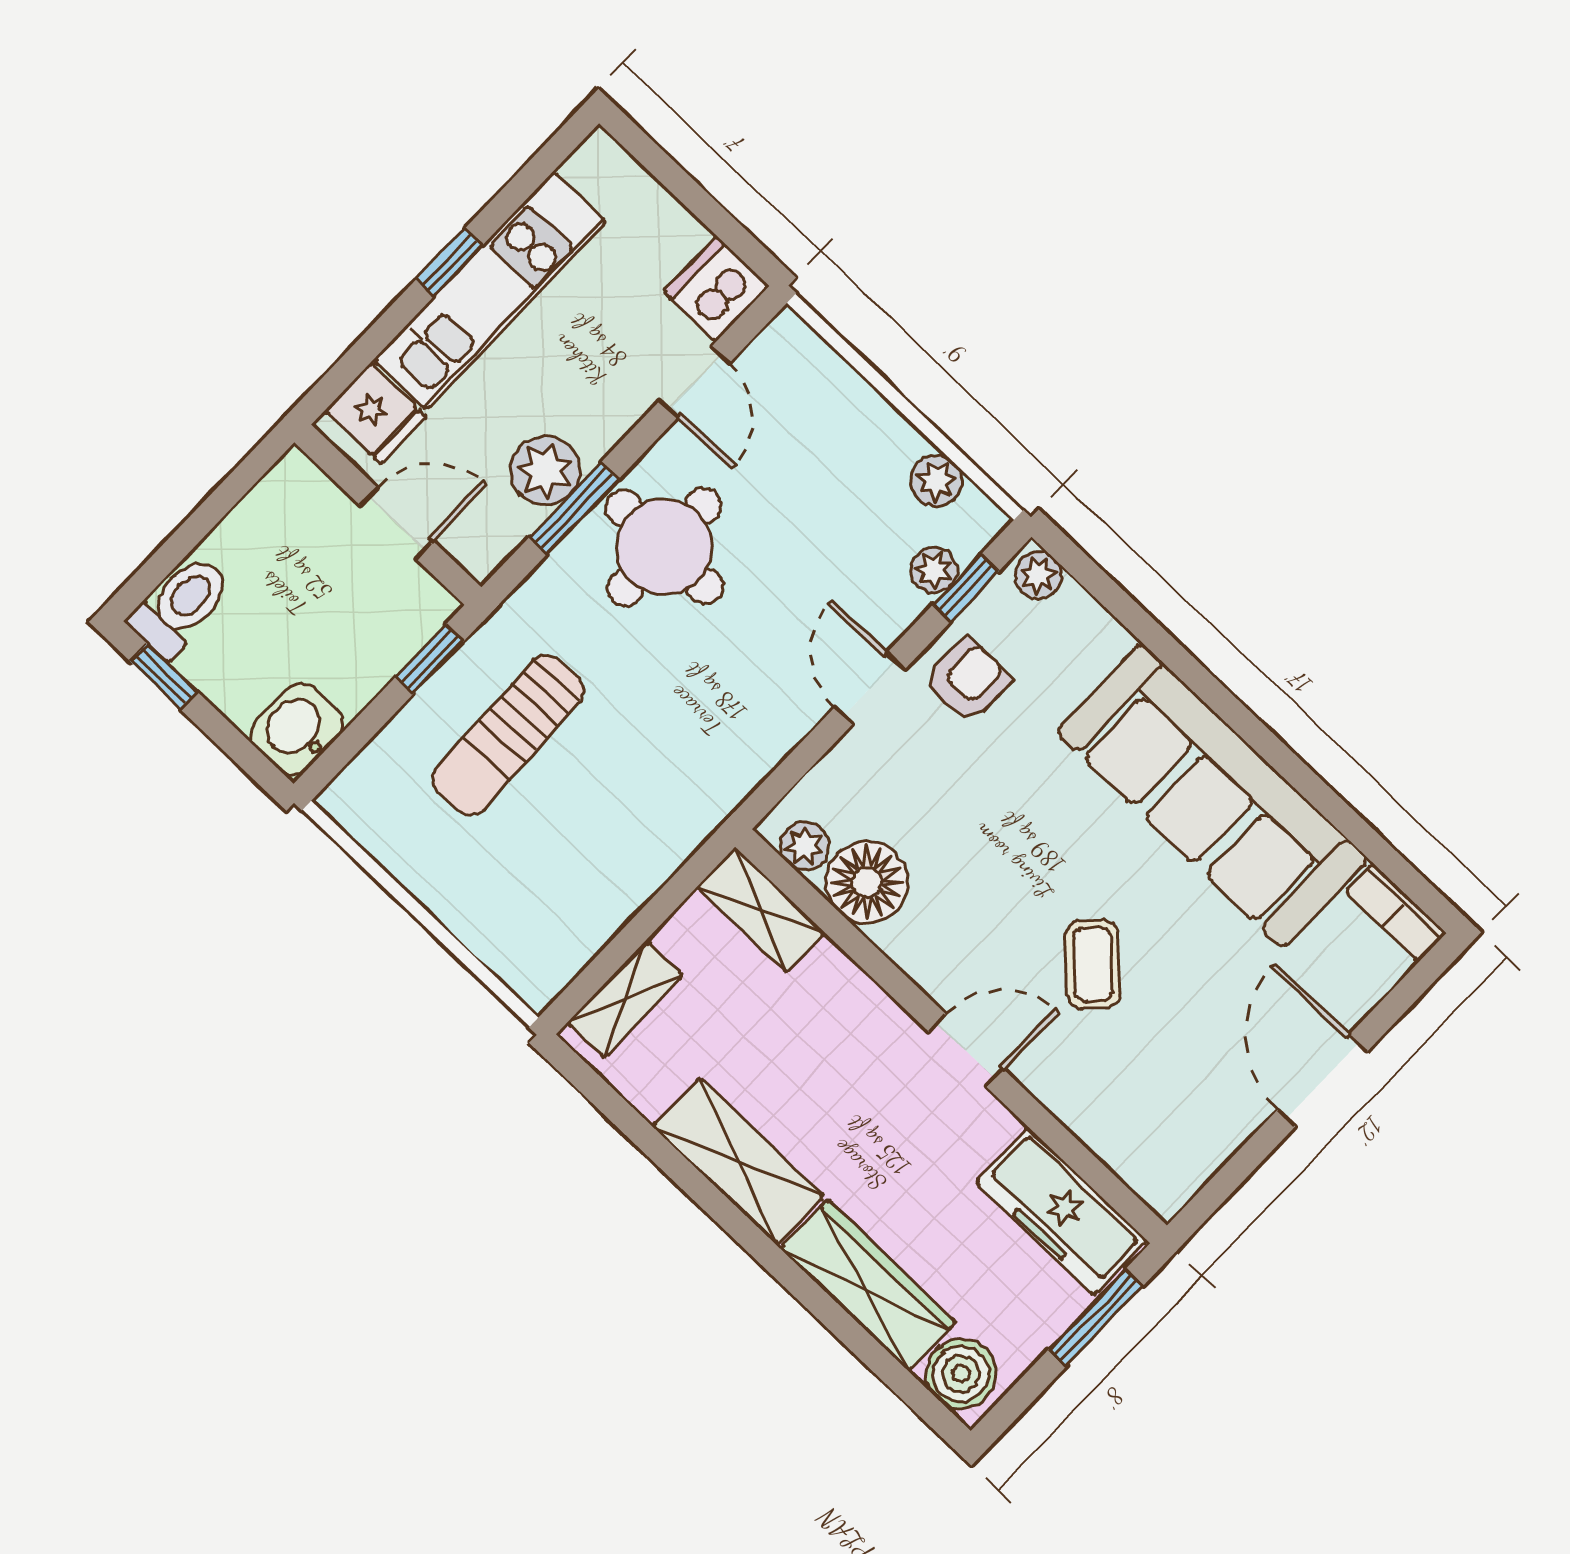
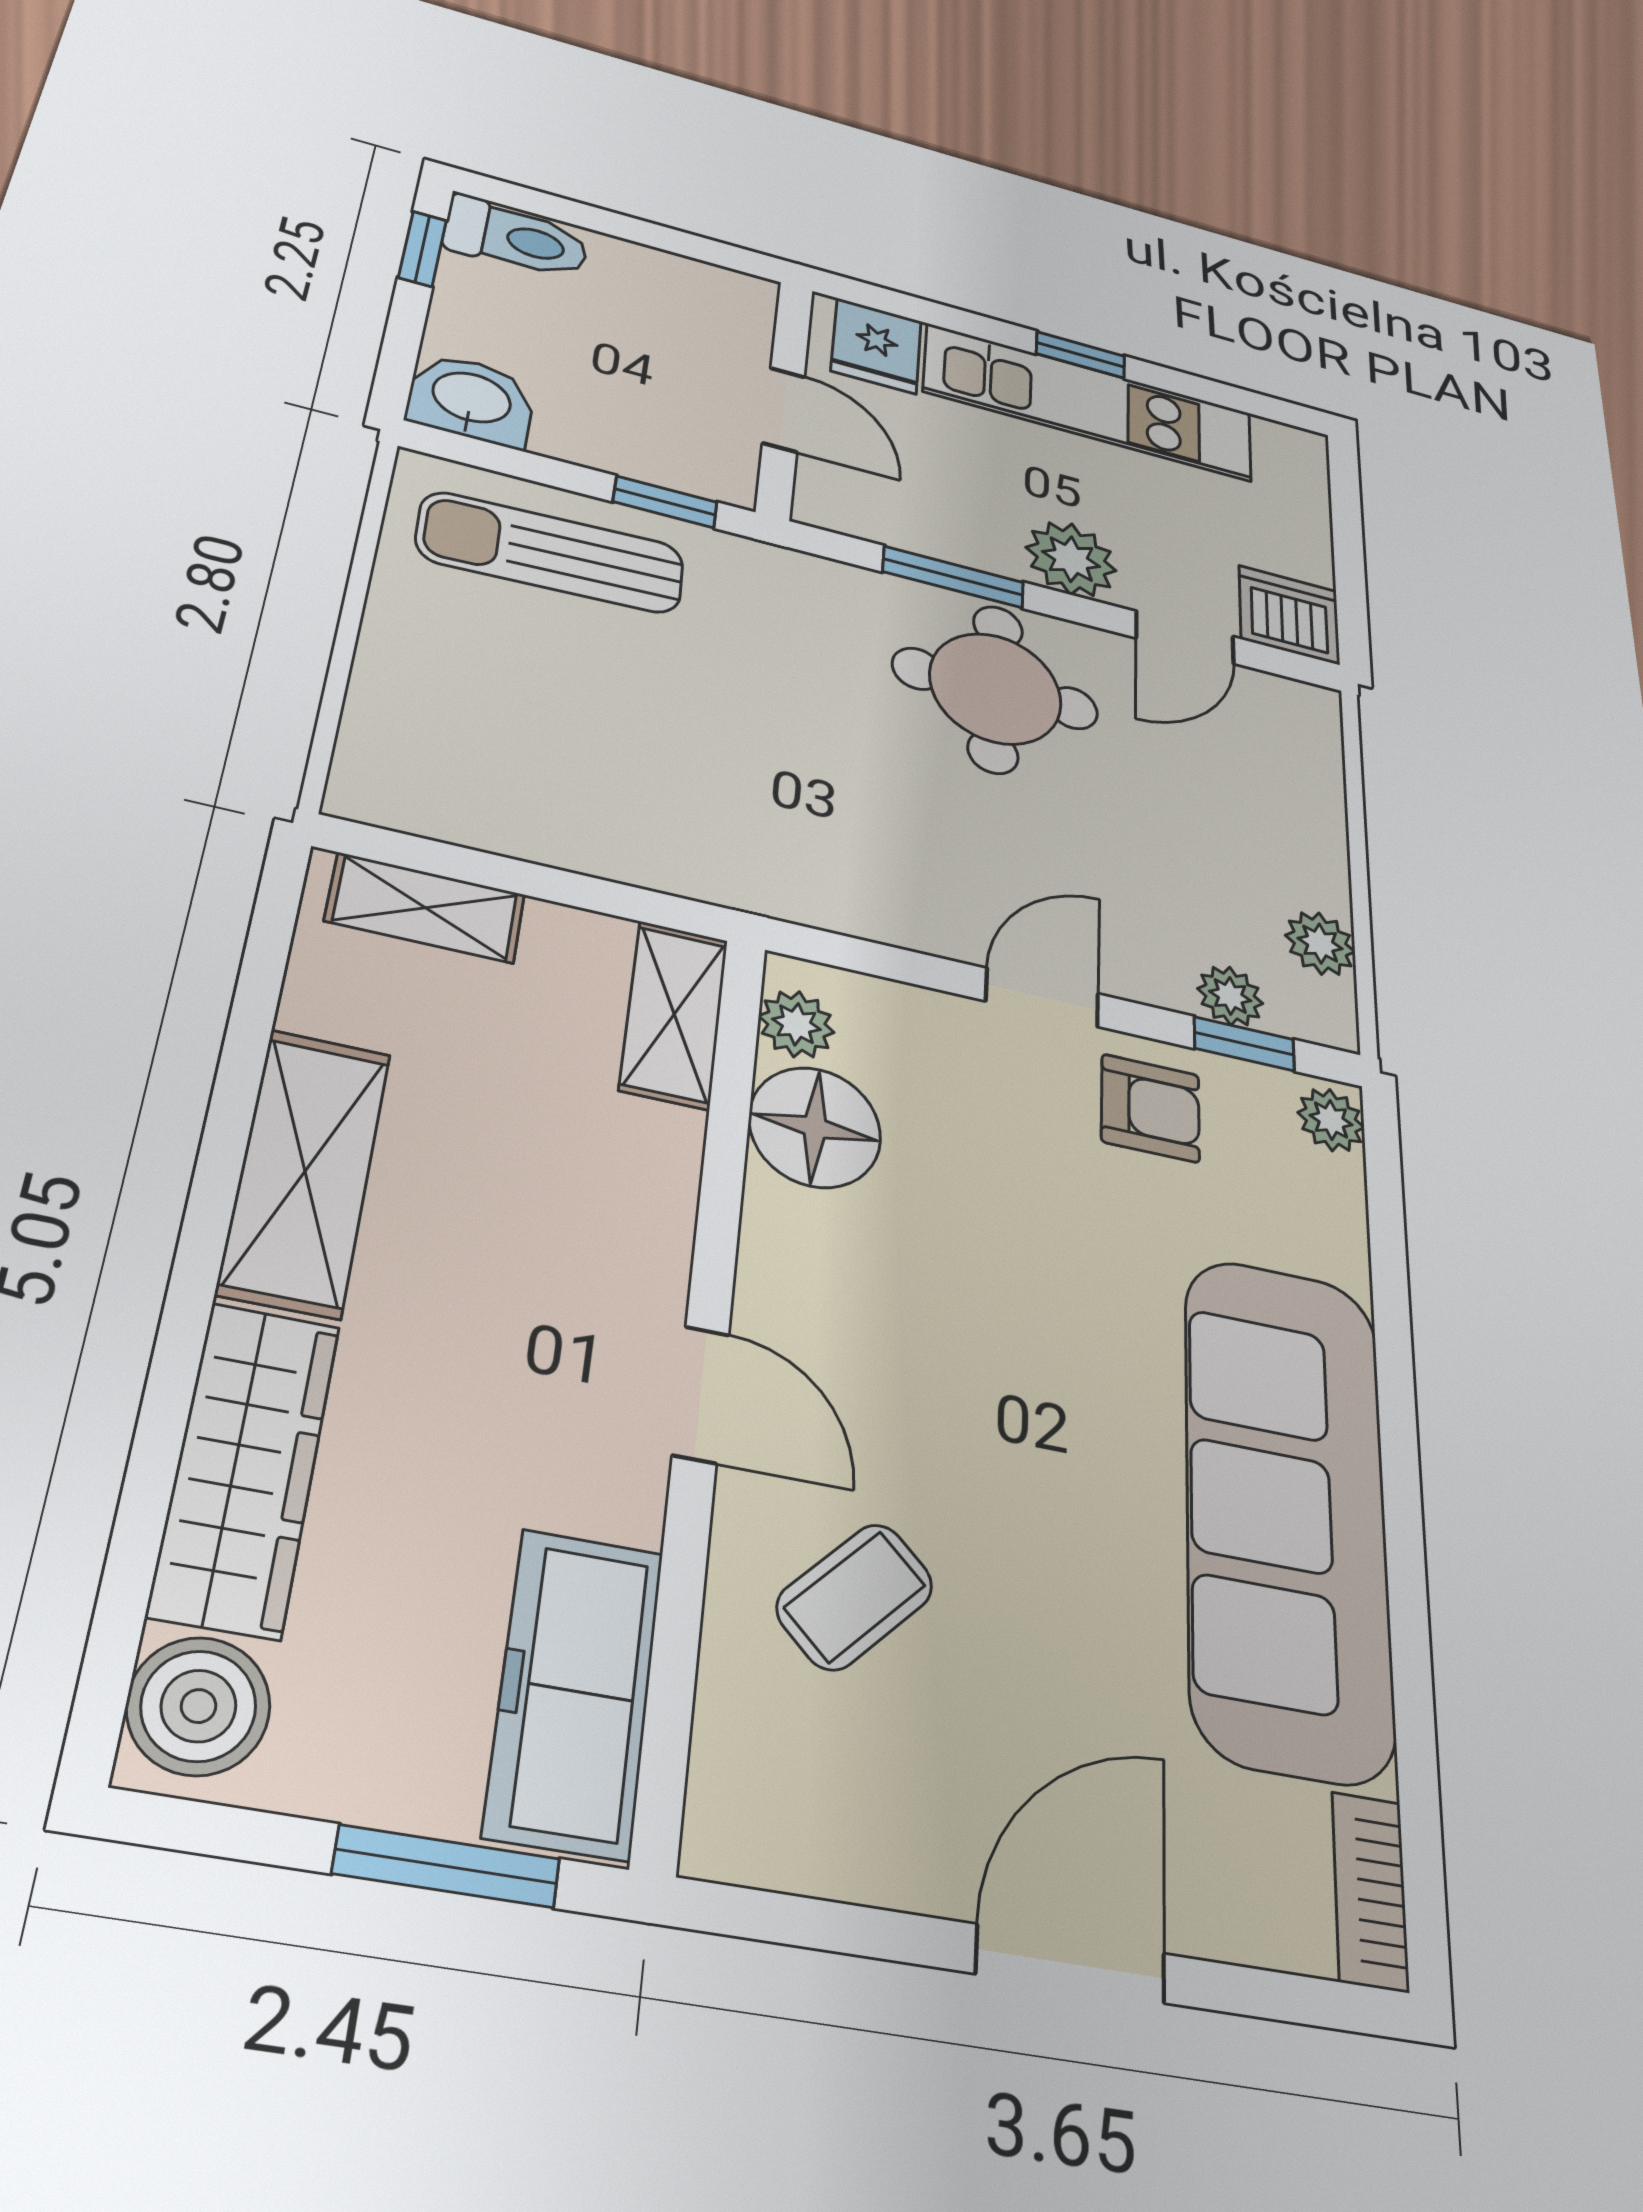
plant: (545, 471) -> (1071, 559), moved
sun lounger: (508, 735) -> (551, 553), moved
coffee table: (1093, 964) -> (855, 1597), moved

